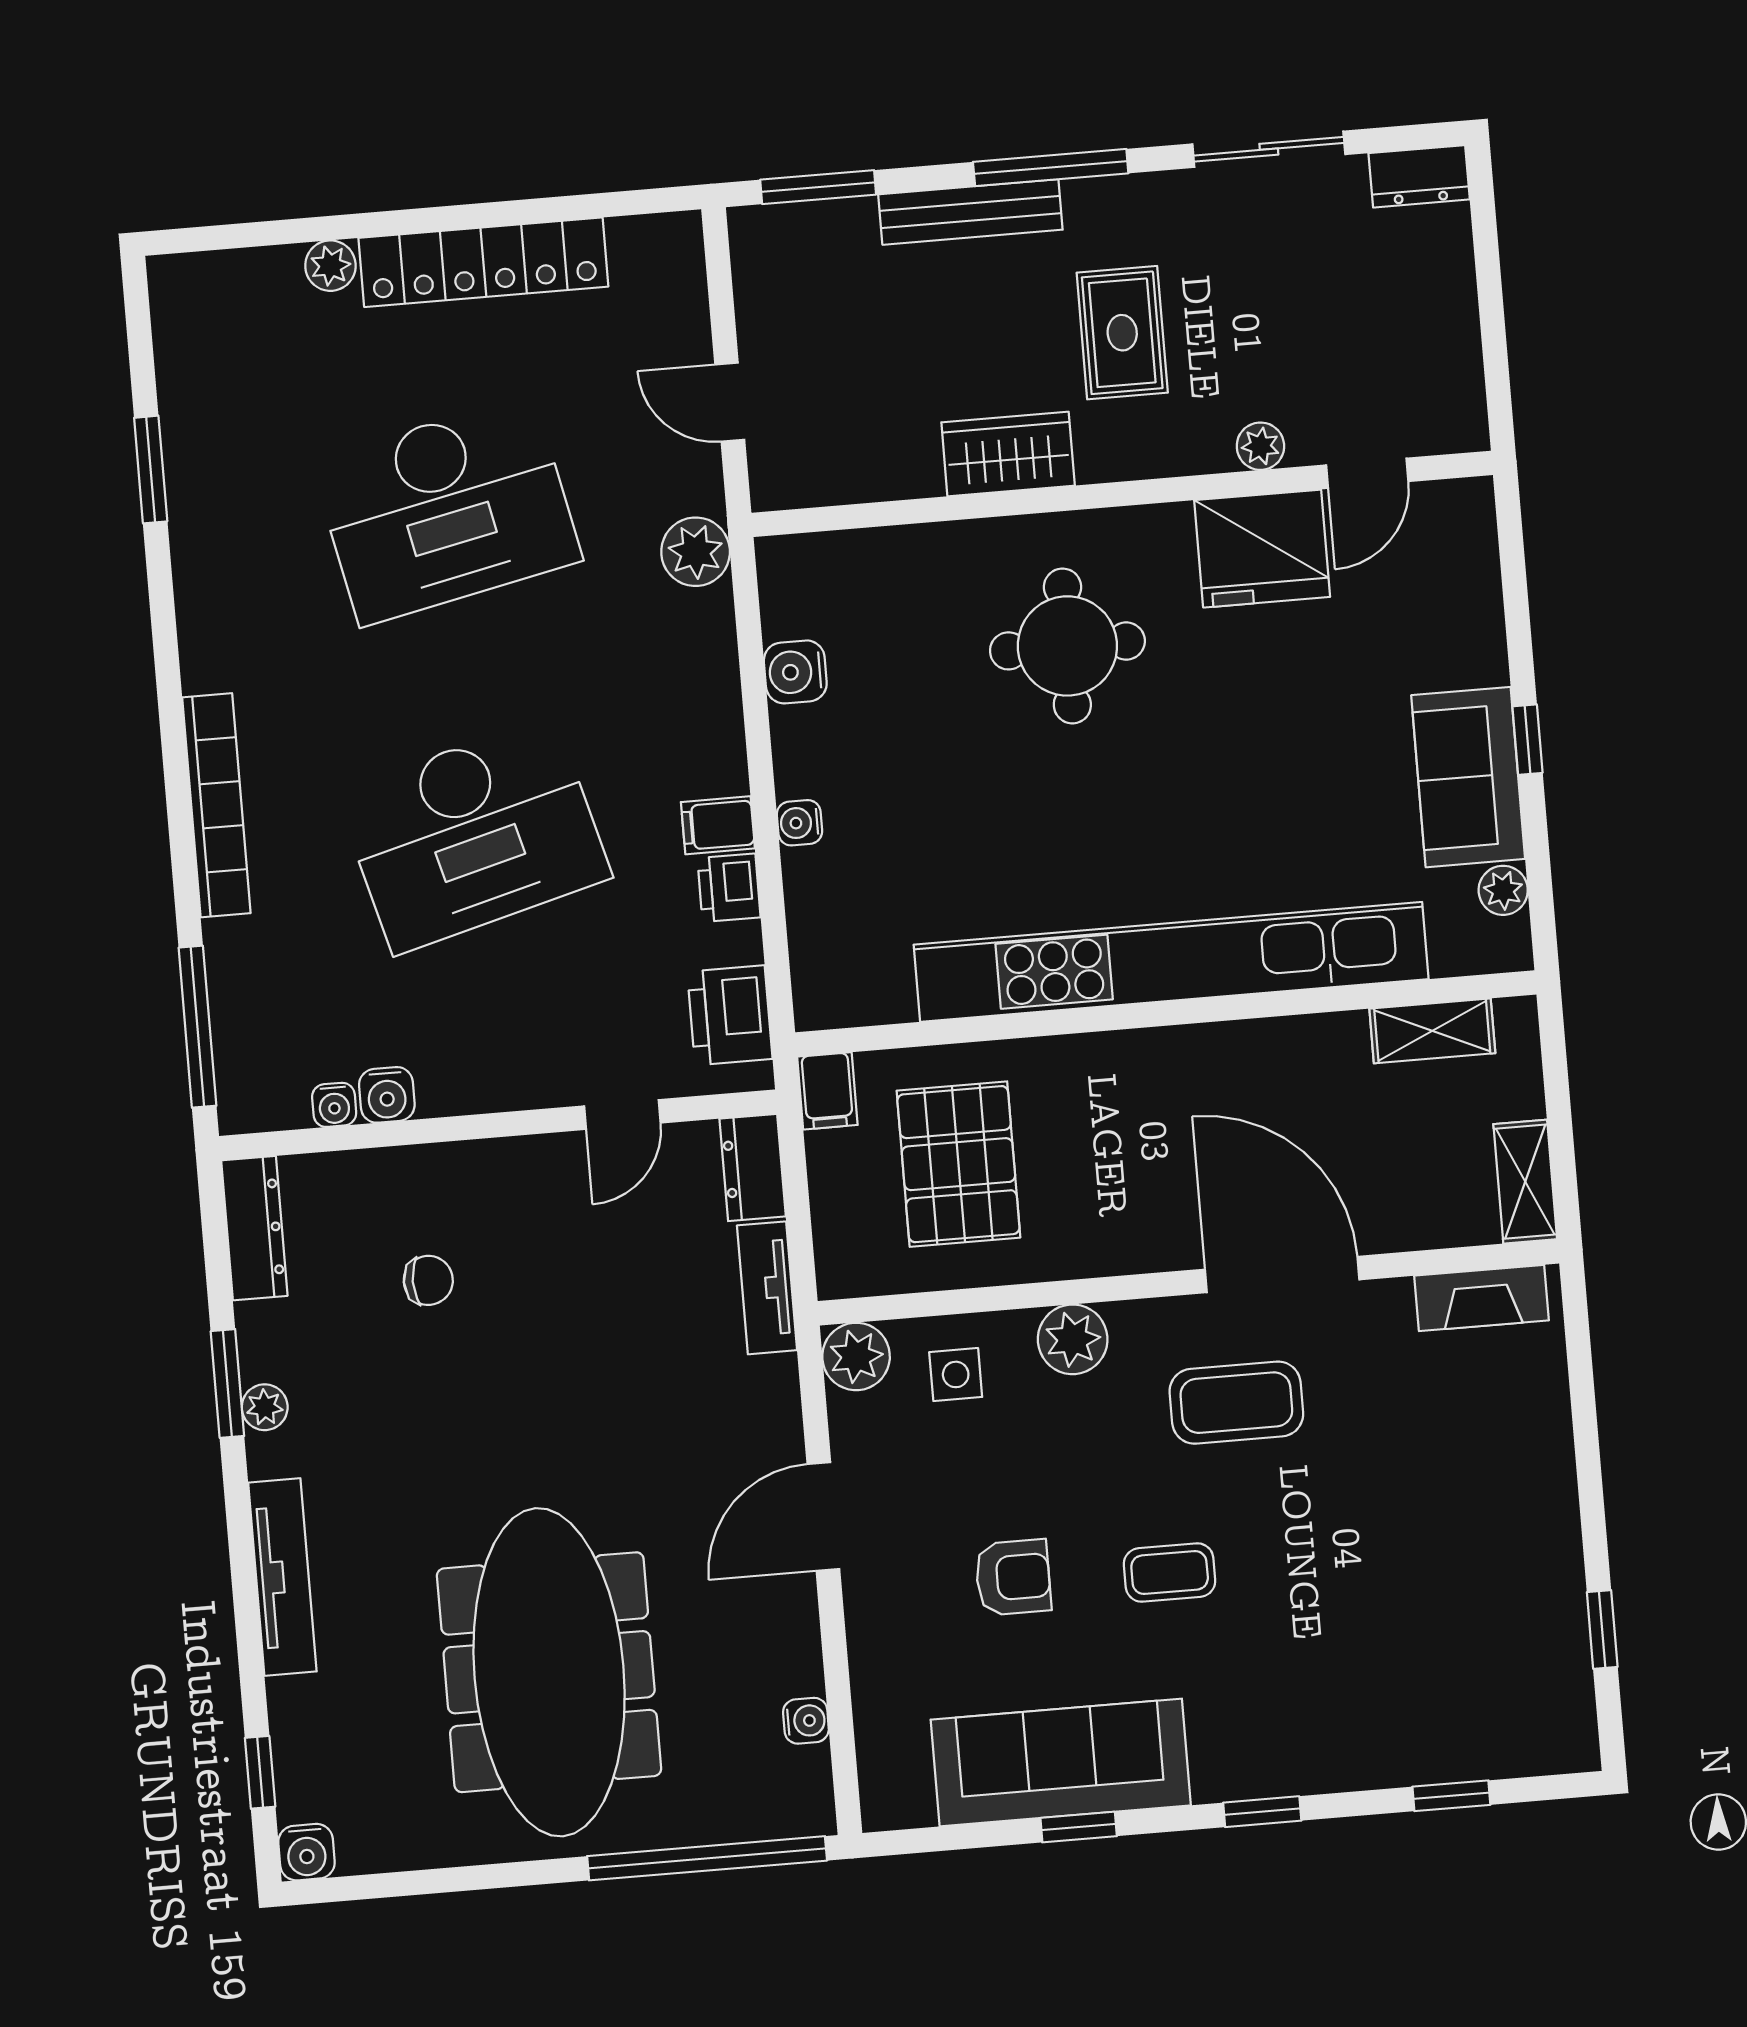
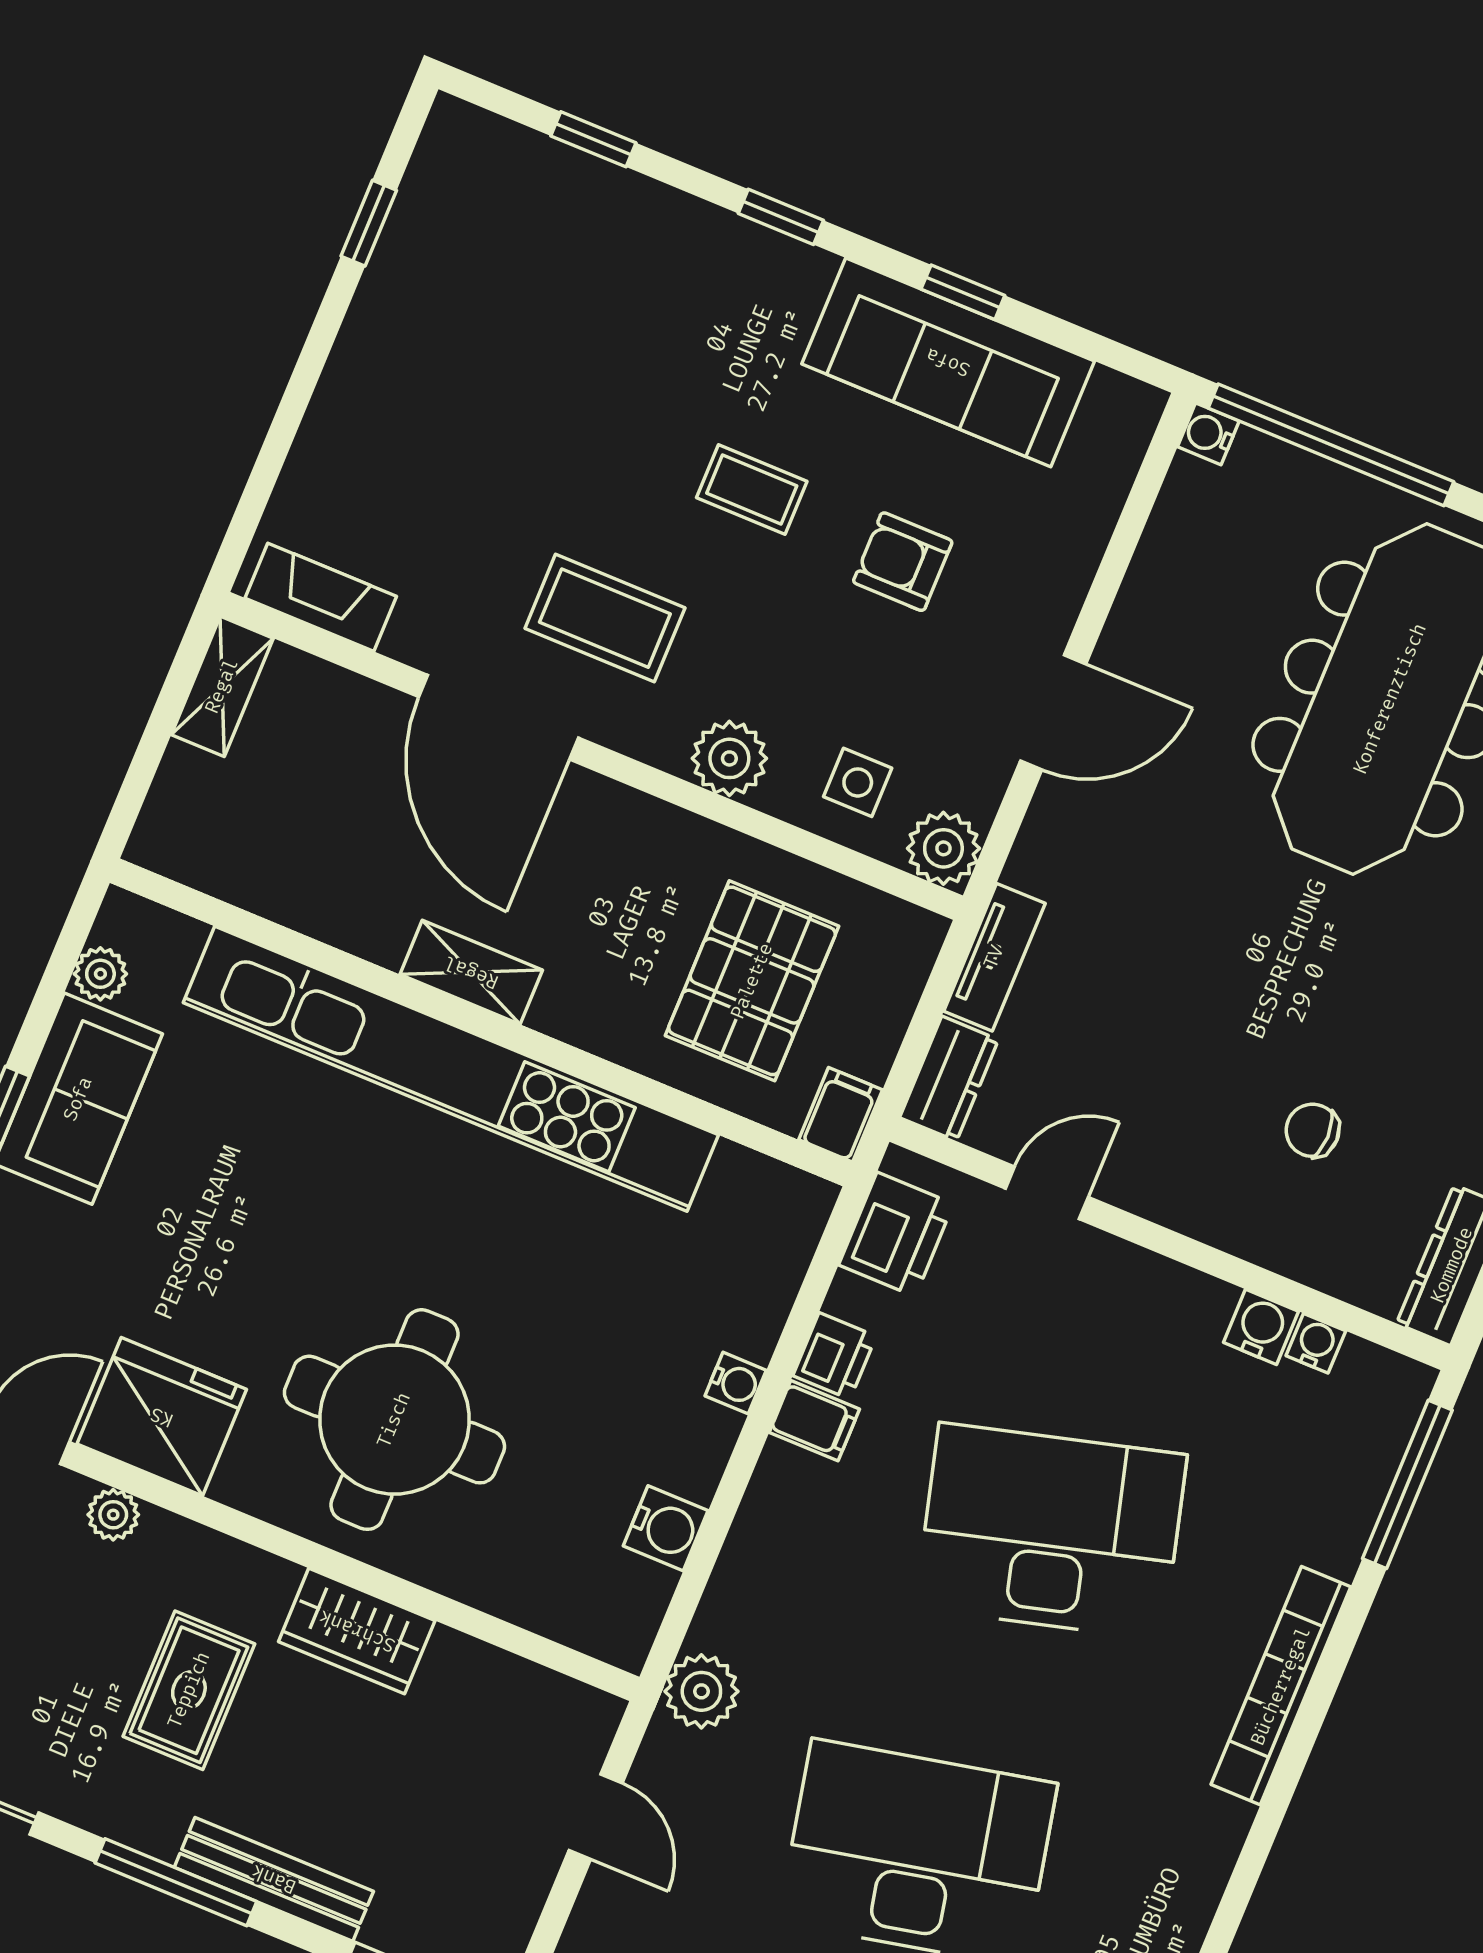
round table: (1067, 646) -> (394, 1420), width x1.36, depth x1.36
shelving: (1432, 1031) -> (471, 972), moved
water cooler: (806, 1721) -> (1208, 434), moved

